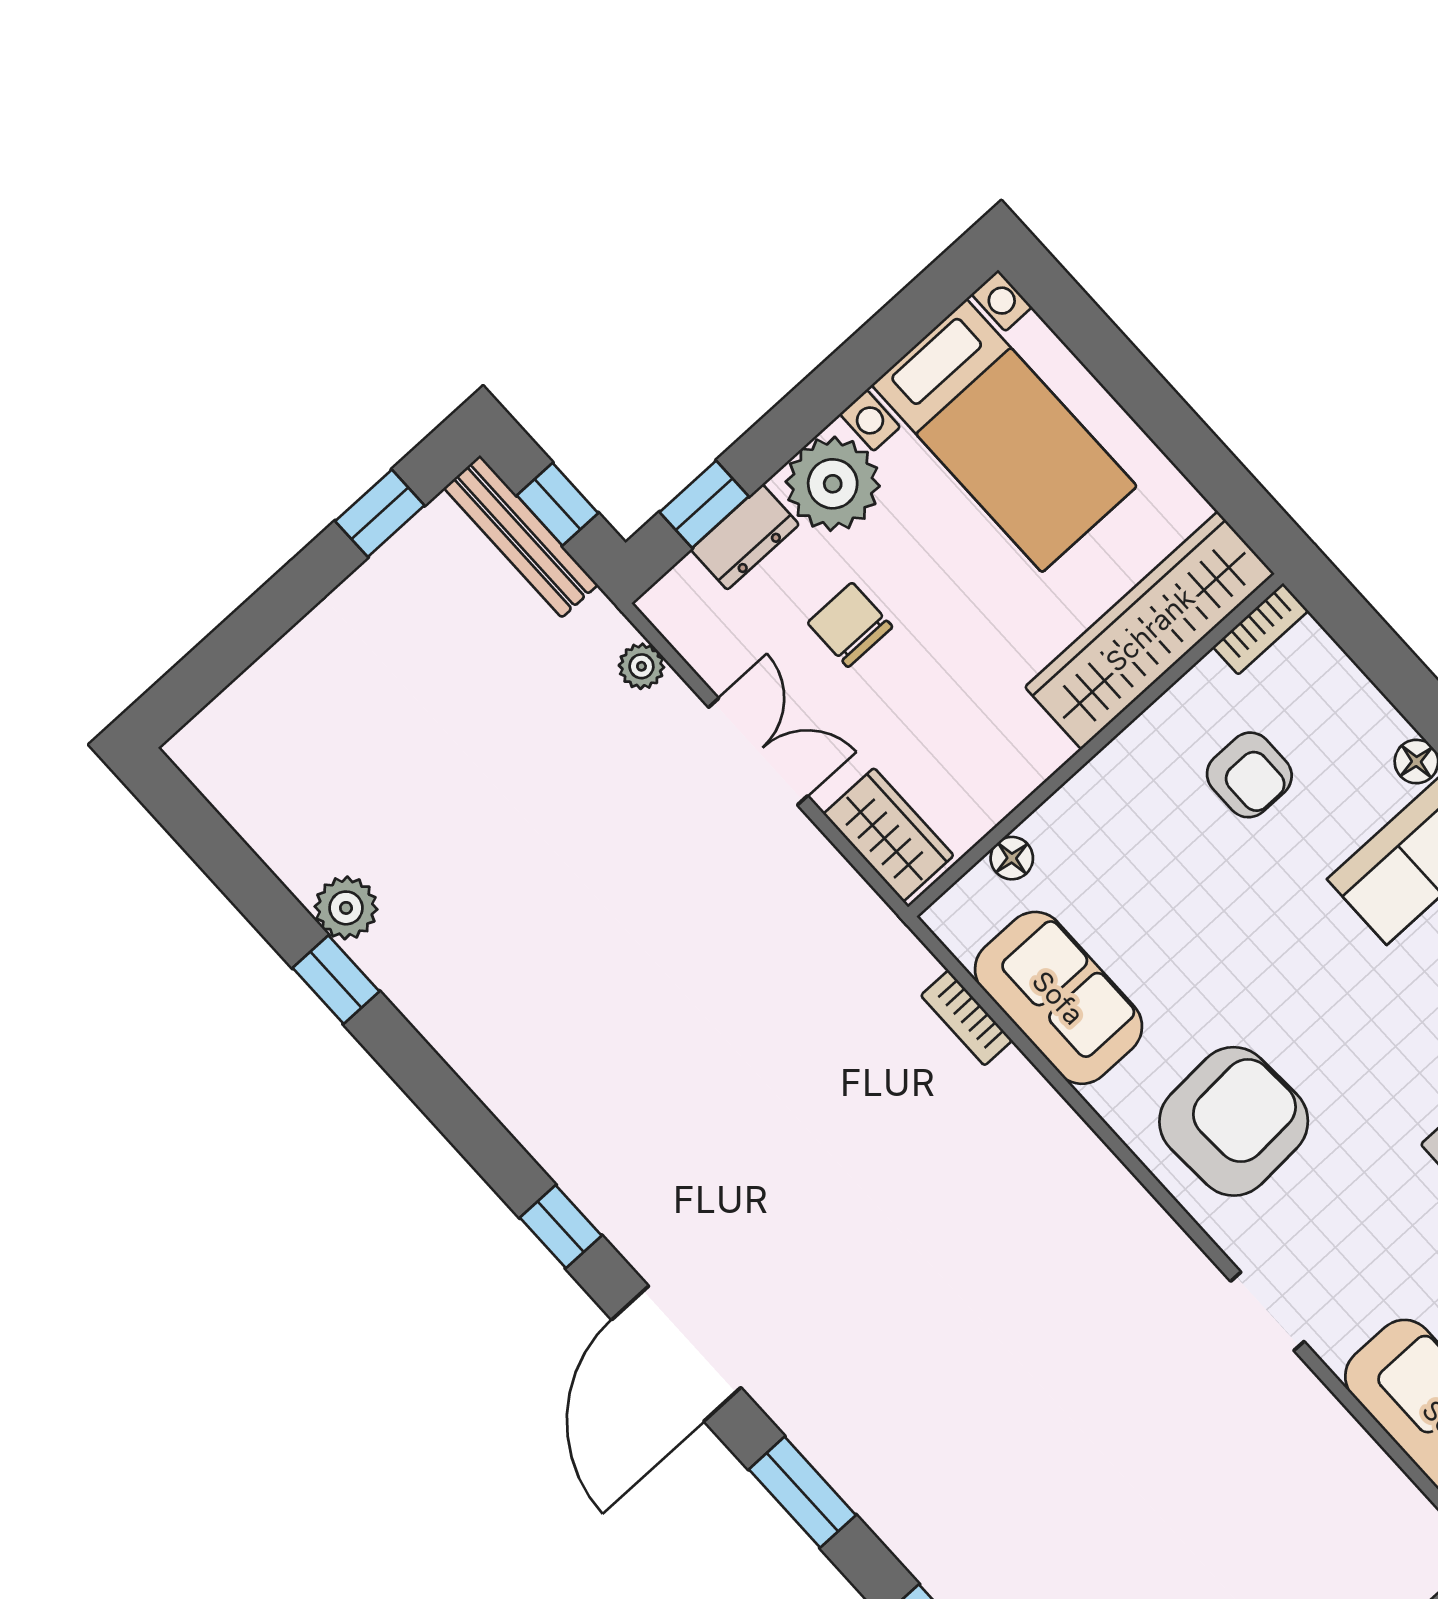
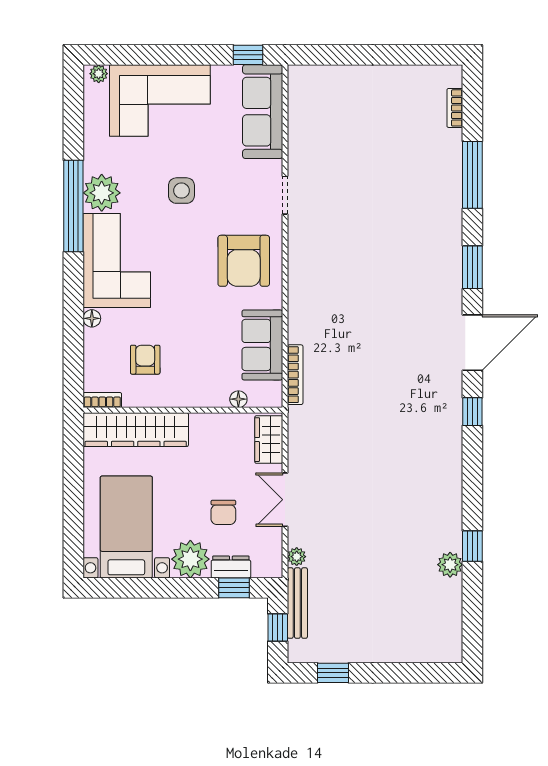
bench: (521, 536) -> (297, 603), moved
bookcase: (967, 1018) -> (295, 375), width x1.56
armchair: (1234, 1121) -> (244, 261), turned -87

